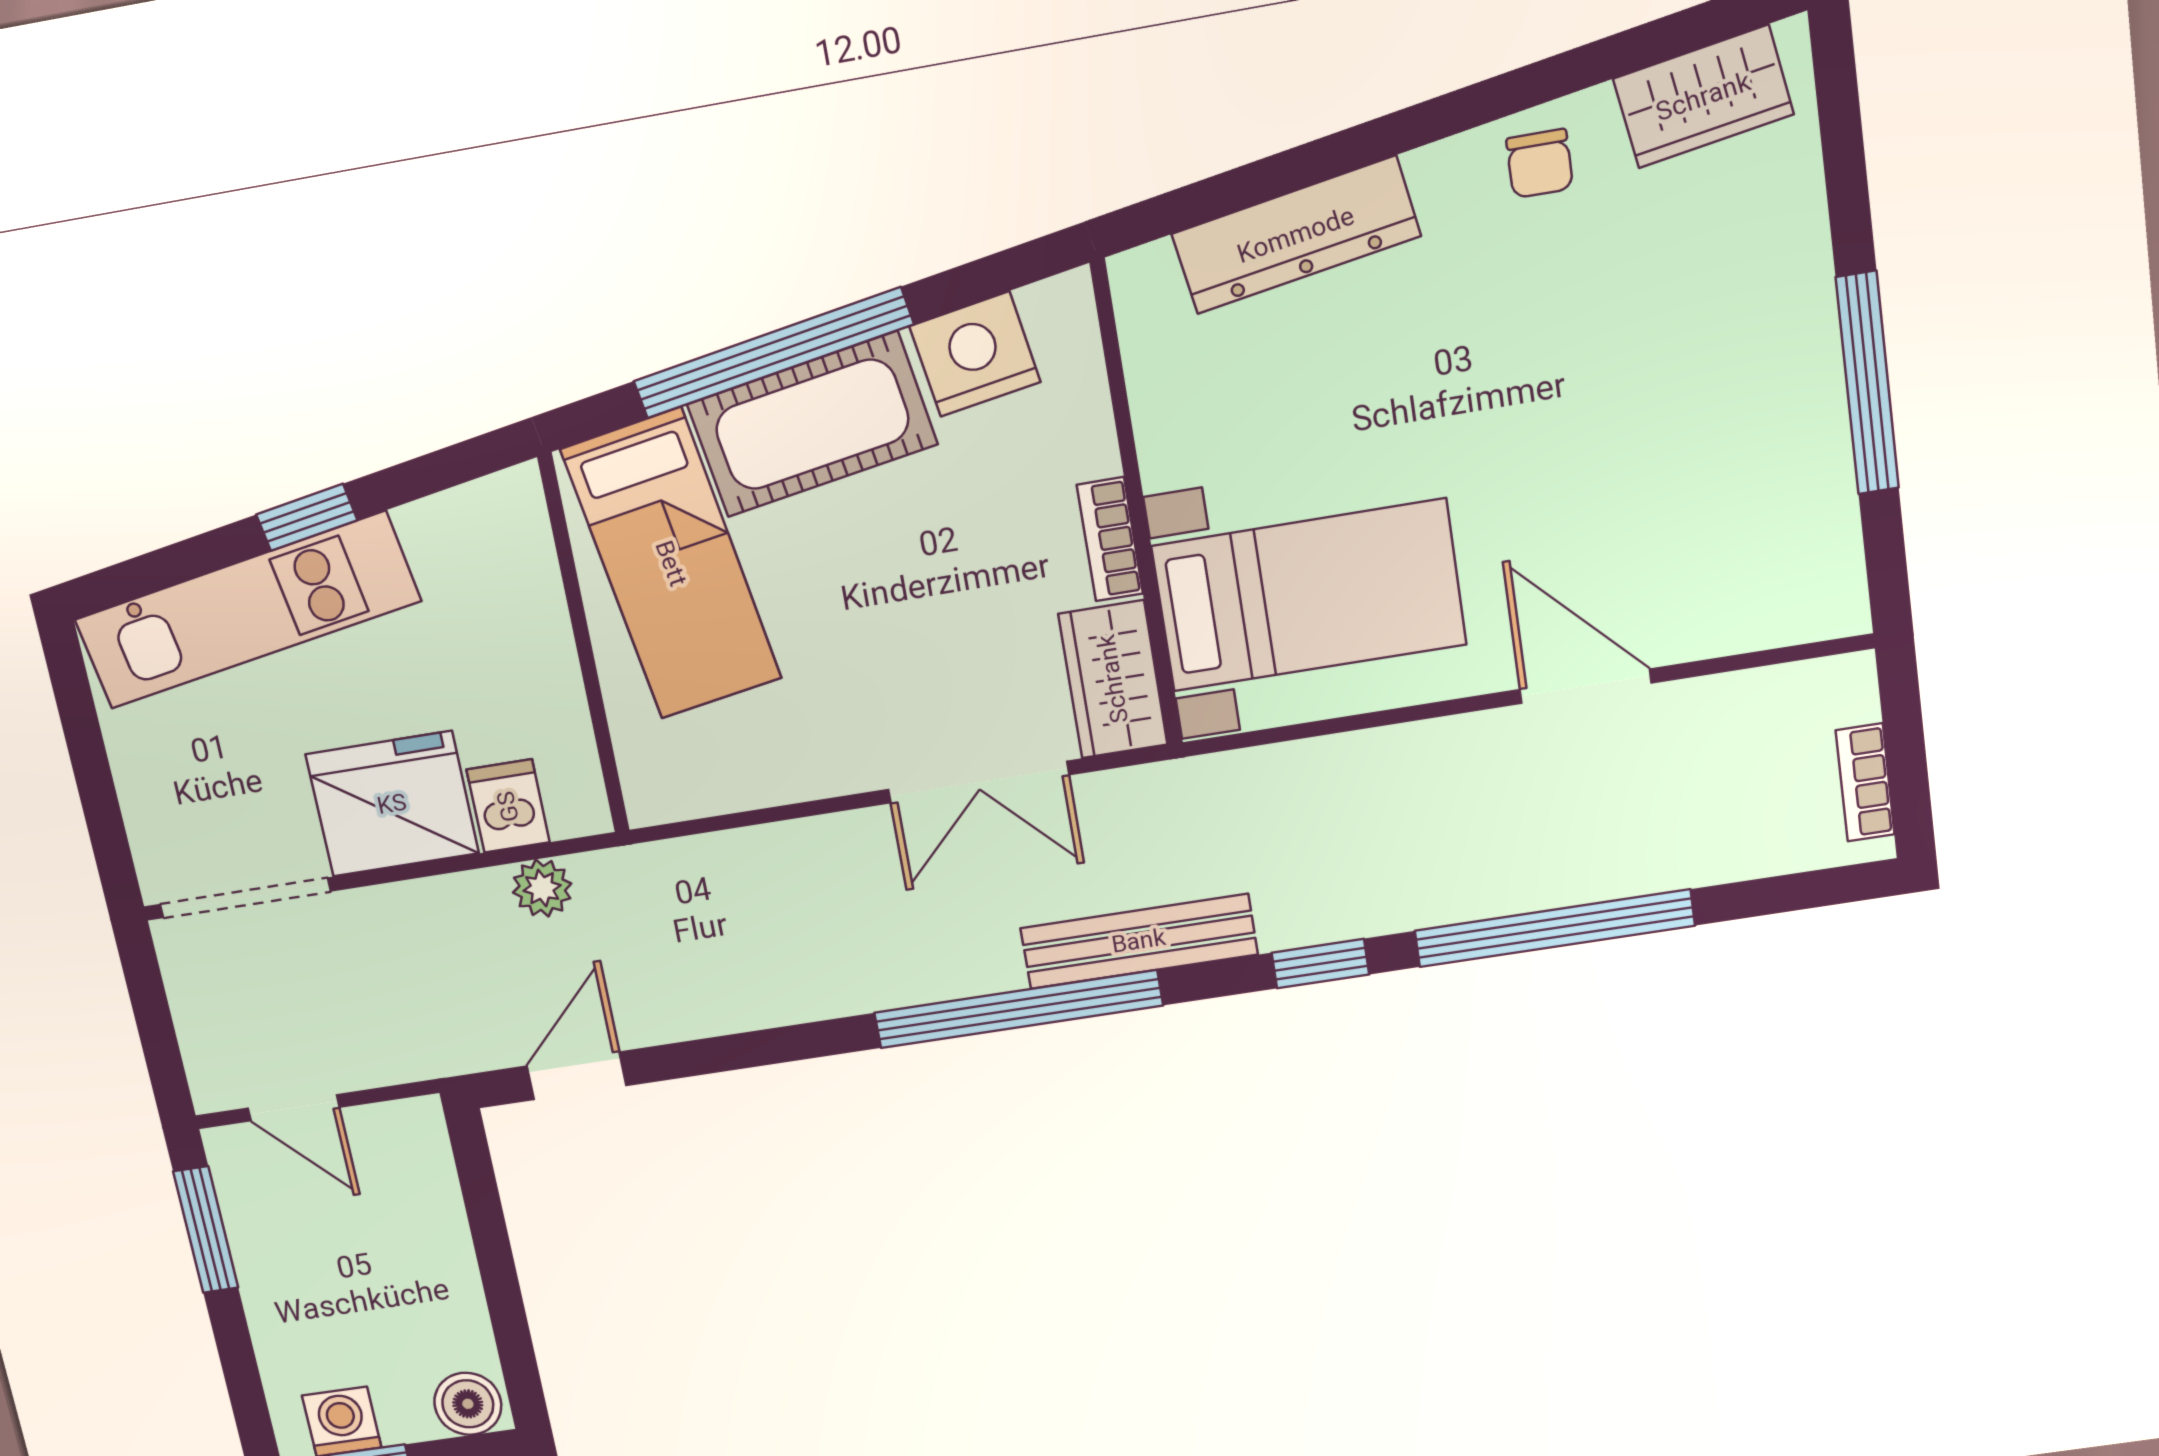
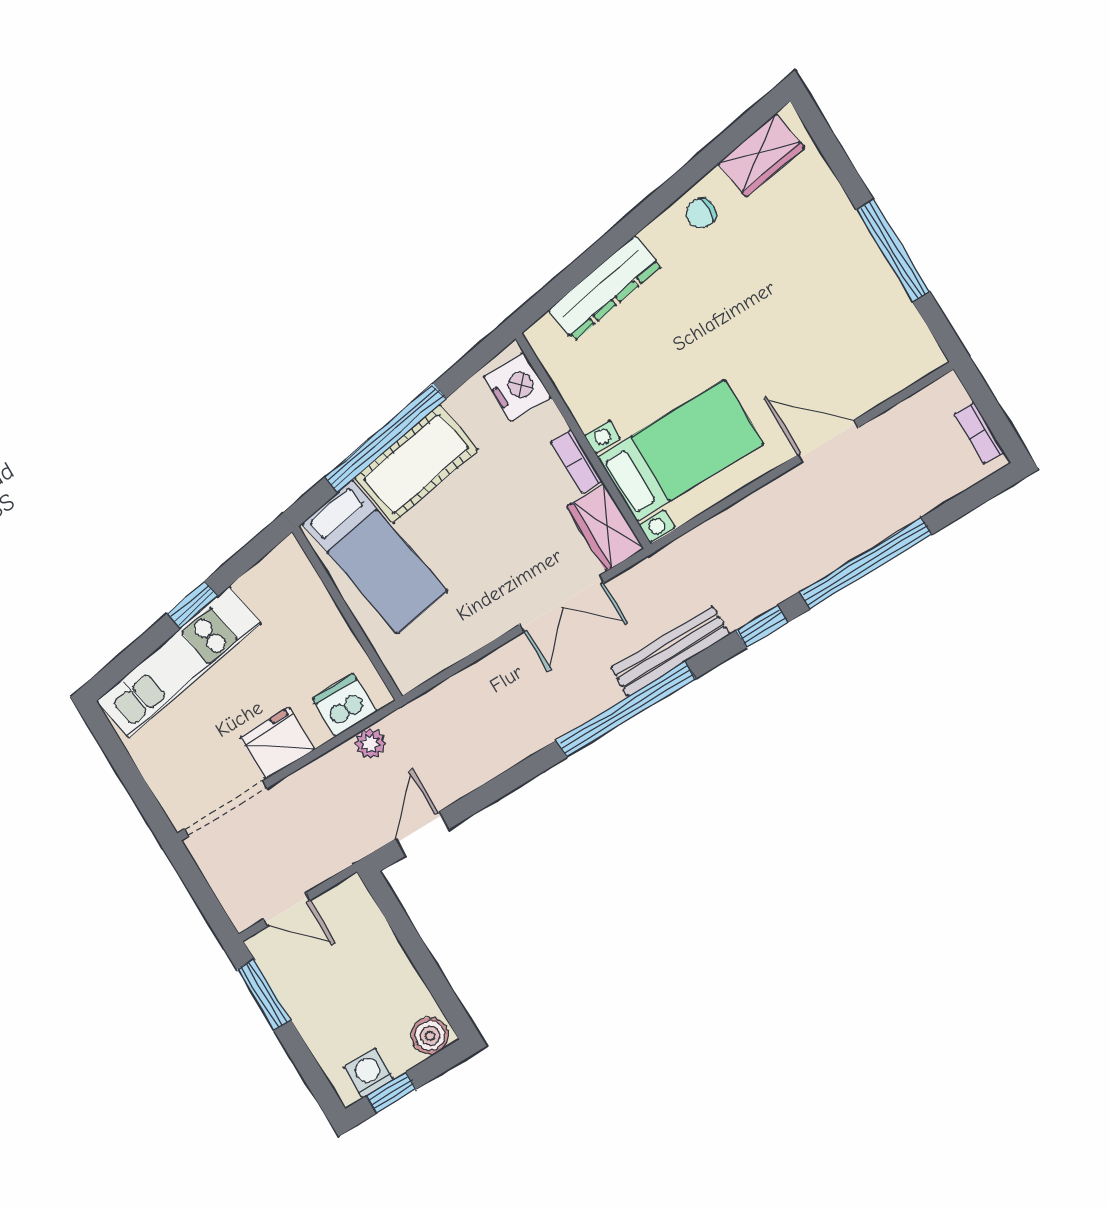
chair: (1540, 164) -> (701, 213), turned 90
nightstand: (975, 354) -> (517, 387), moved, turned 99
fridge: (392, 804) -> (277, 743), width x0.73, depth x0.75
dishwasher: (508, 806) -> (344, 705), width x1.38

